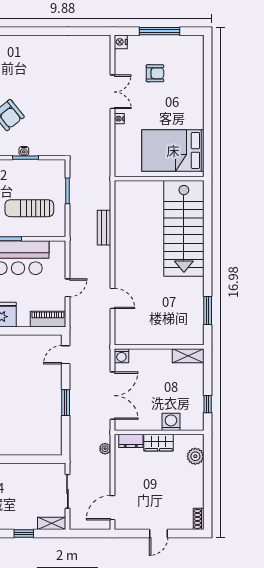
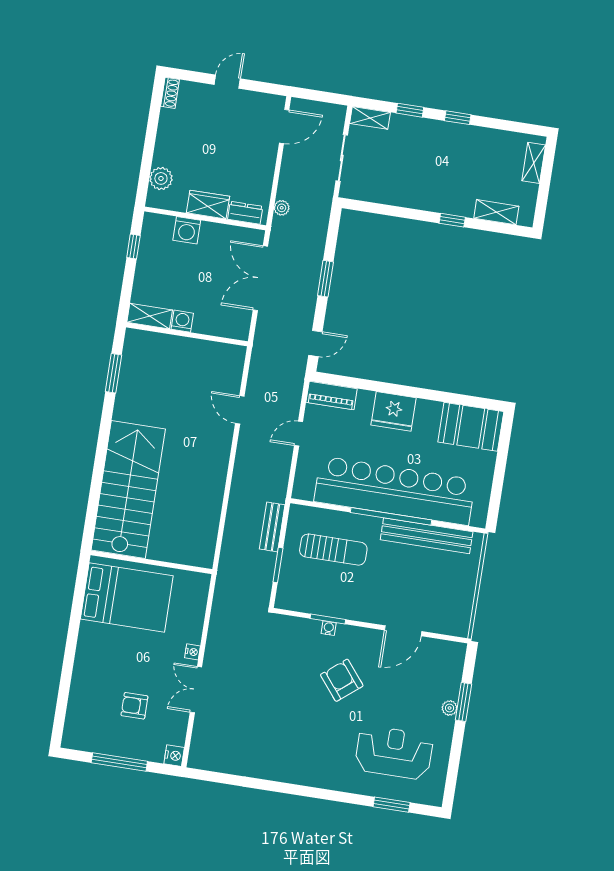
bench: (104, 228) -> (272, 527), moved
washing machine: (121, 356) -> (182, 321), moved

